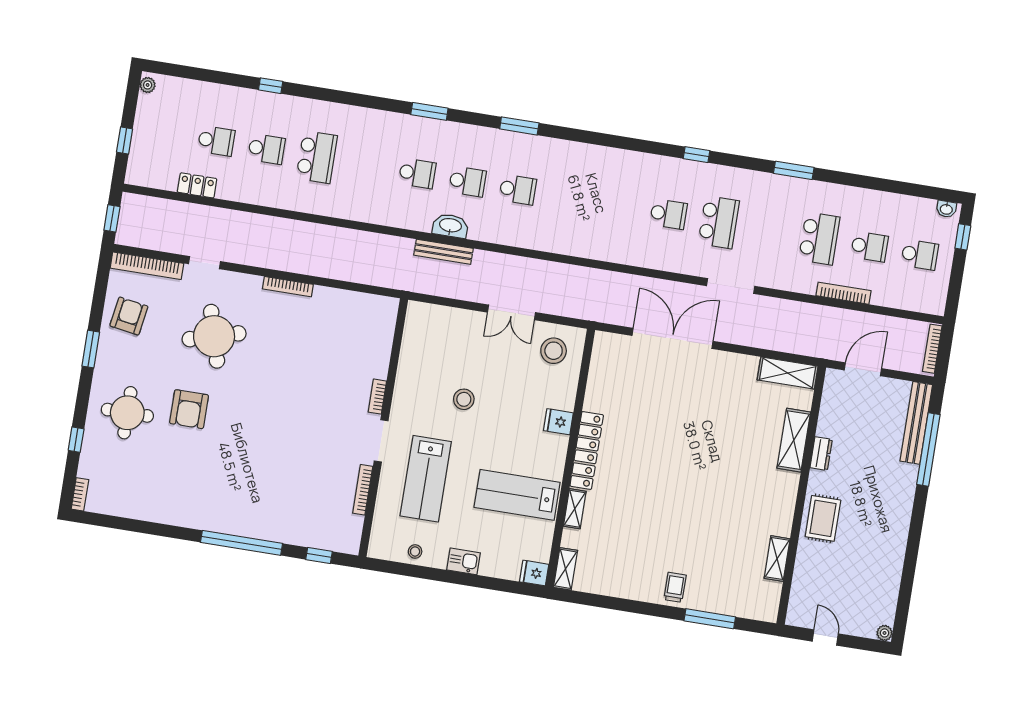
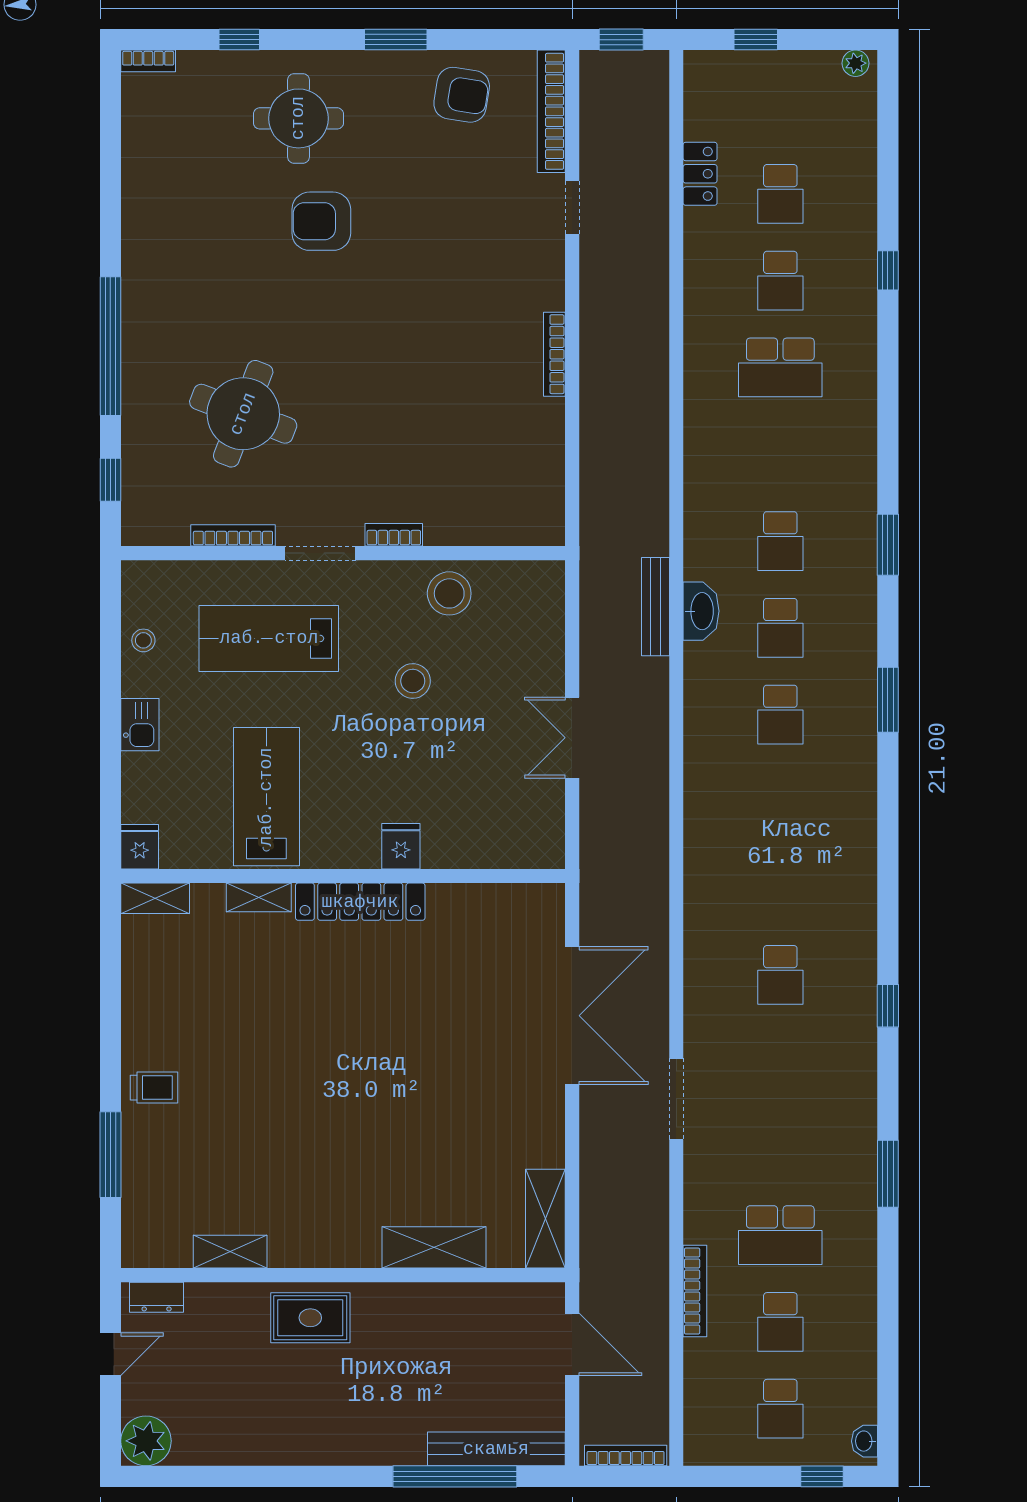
school desk: (719, 222) -> (780, 1062), removed
round table: (214, 336) -> (243, 414), moved, turned 37
stool: (554, 351) -> (449, 593), moved
dresser: (821, 454) -> (157, 1297), moved
plant: (885, 633) -> (146, 1441), width x1.88, depth x1.88

